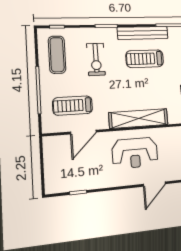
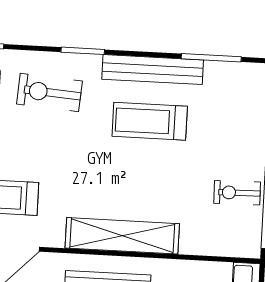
exercise bike: (96, 59) -> (49, 92), moved, turned 94

